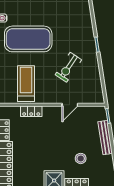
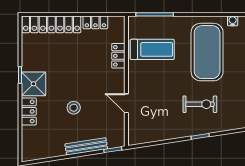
exercise bike: (68, 67) -> (200, 104), moved, turned 146
stool: (81, 158) -> (74, 108), moved

